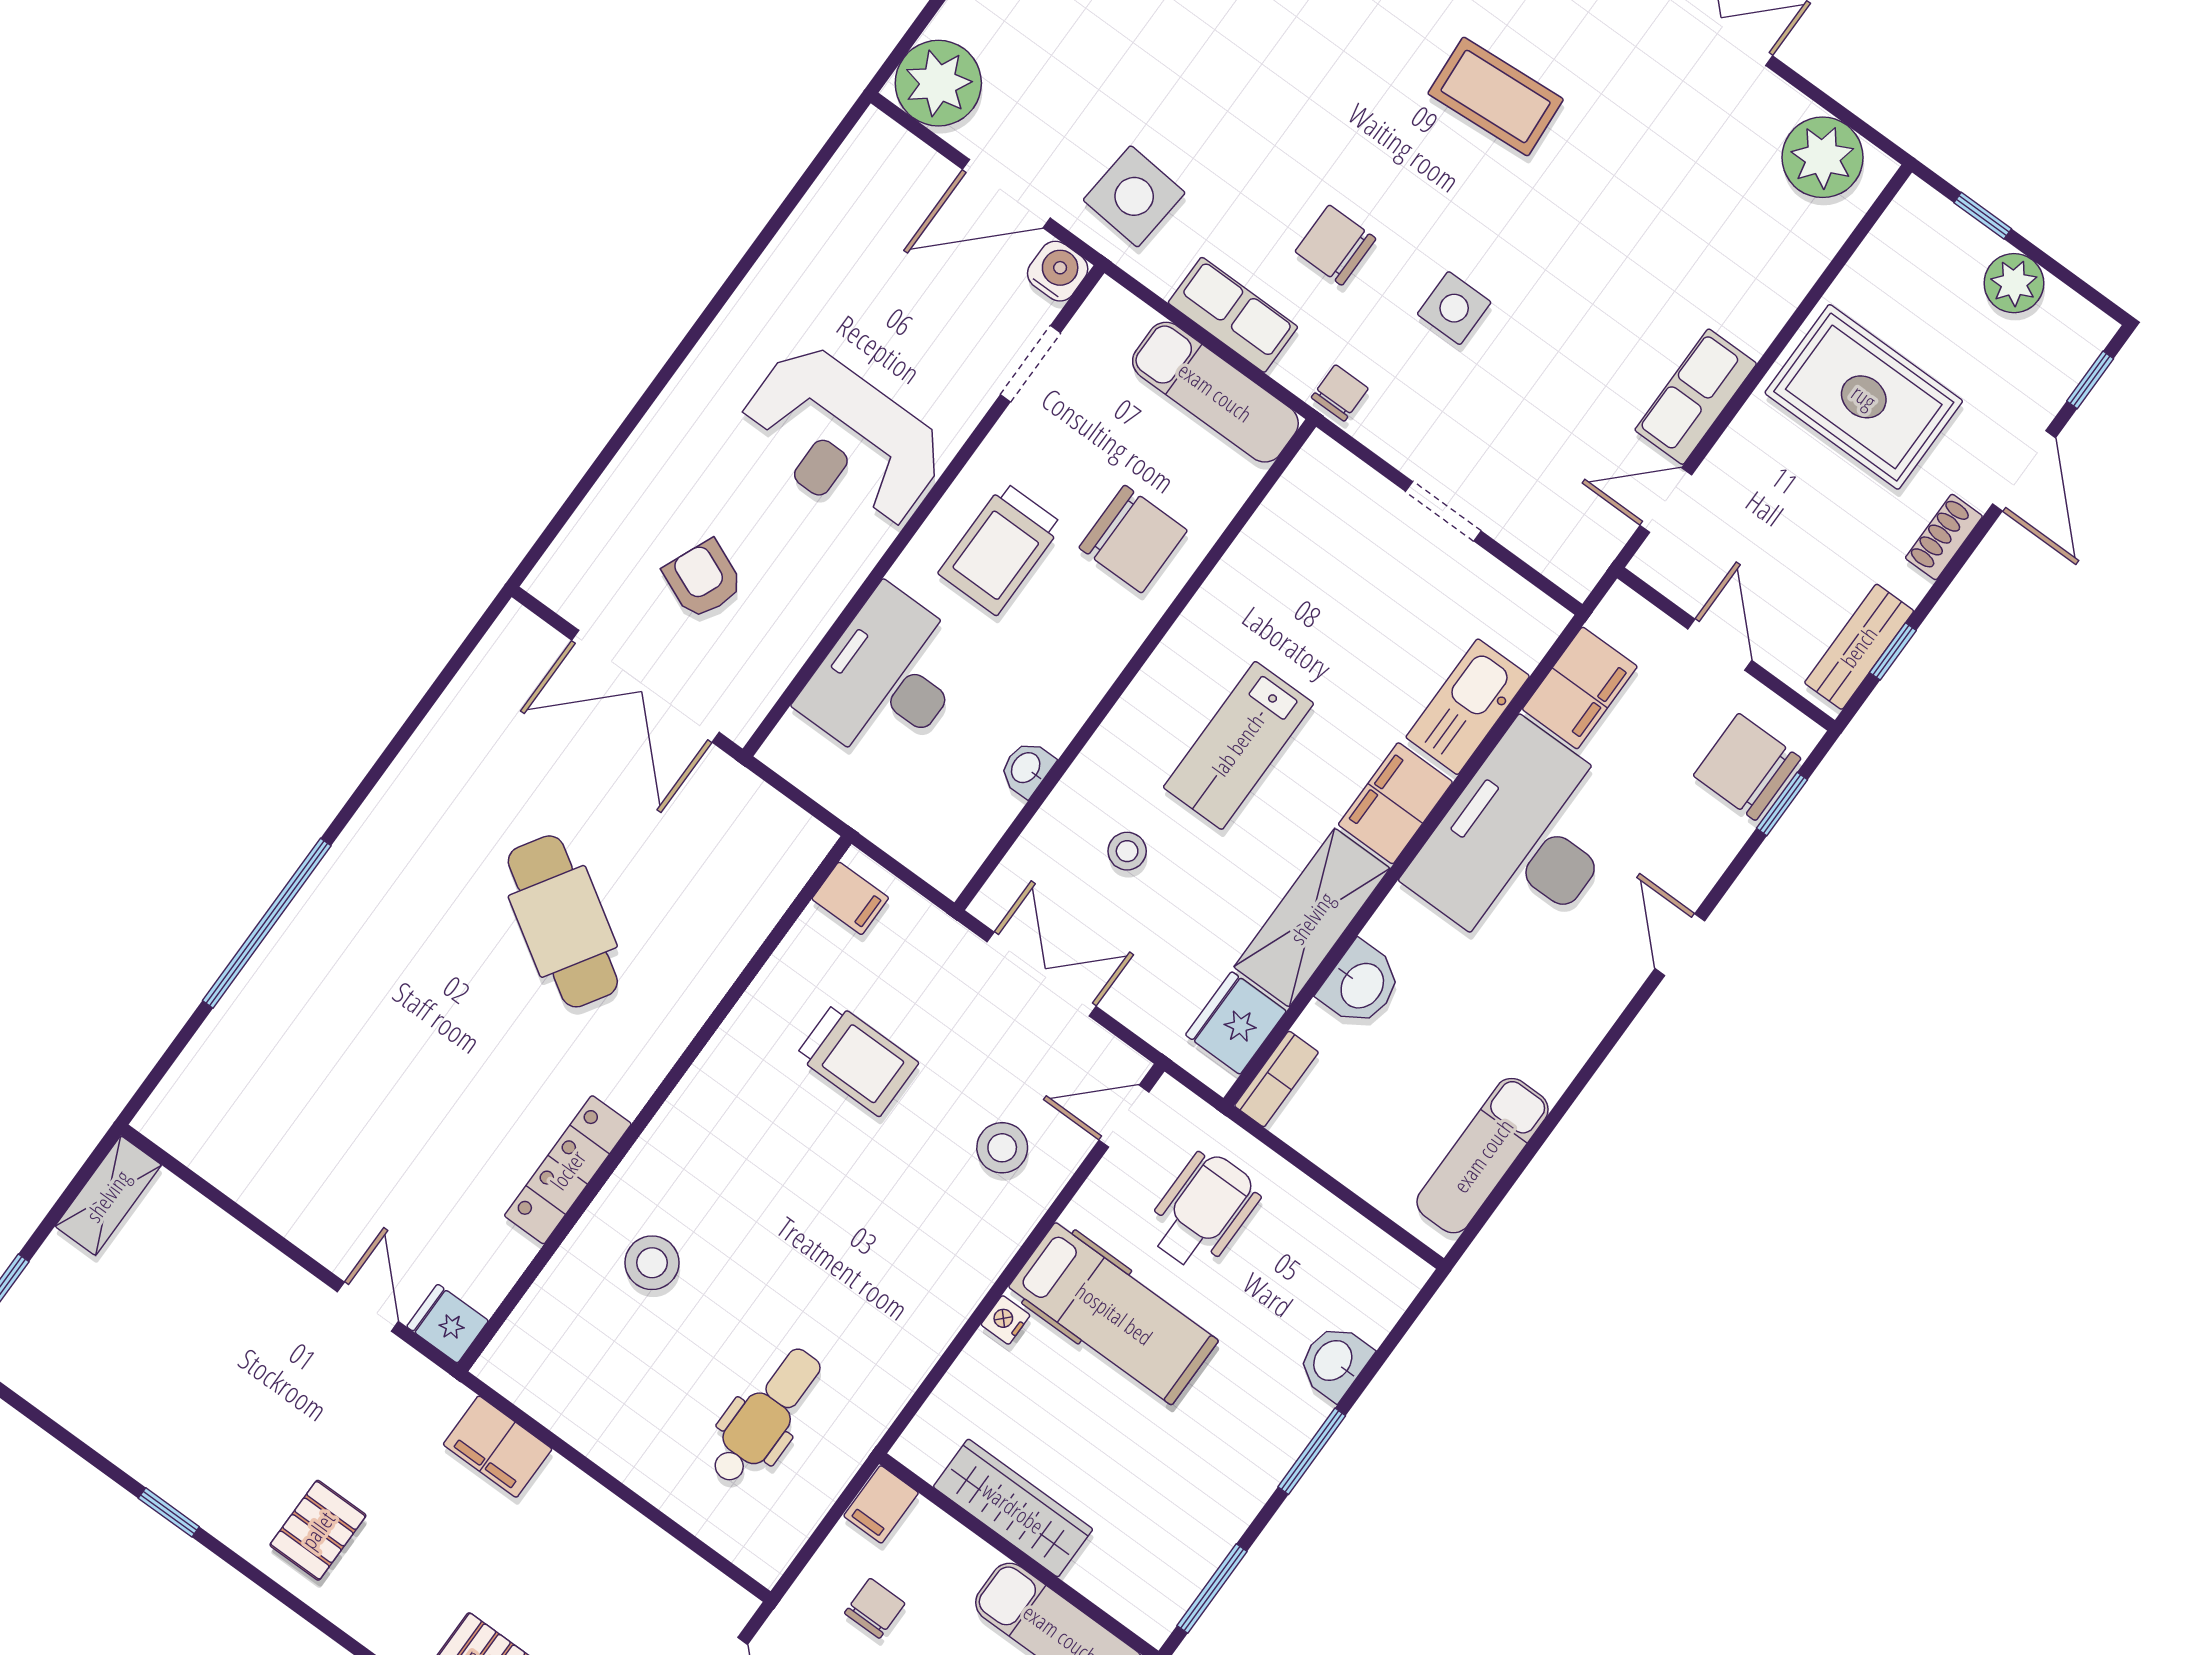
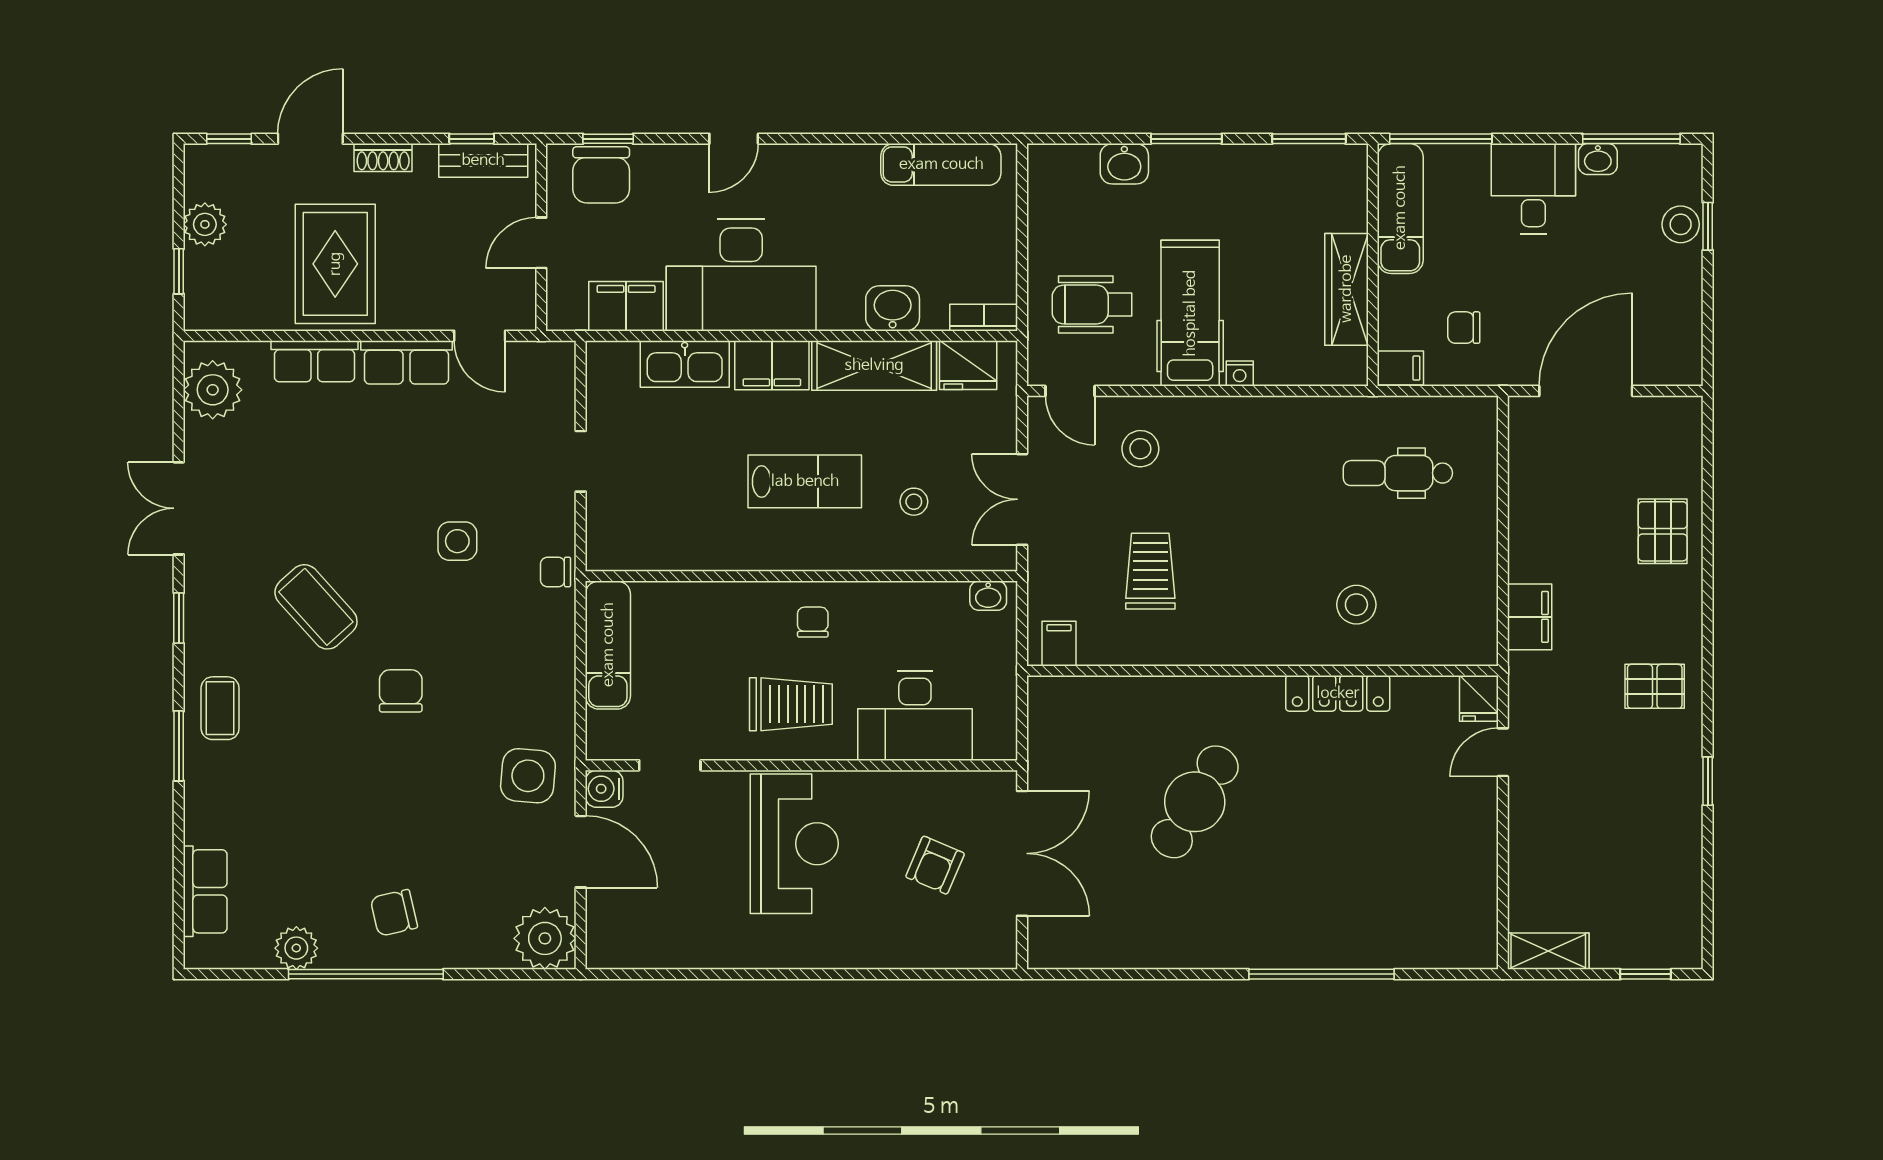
coffee table: (1496, 96) -> (316, 607), turned -38
chair: (1336, 245) -> (401, 691), moved, turned 180
row of seats: (1233, 315) -> (314, 361), moved, turned -90
chair: (1133, 539) -> (813, 622), moved, width x0.54, depth x0.54
washbasin: (1027, 768) -> (988, 596), moved

